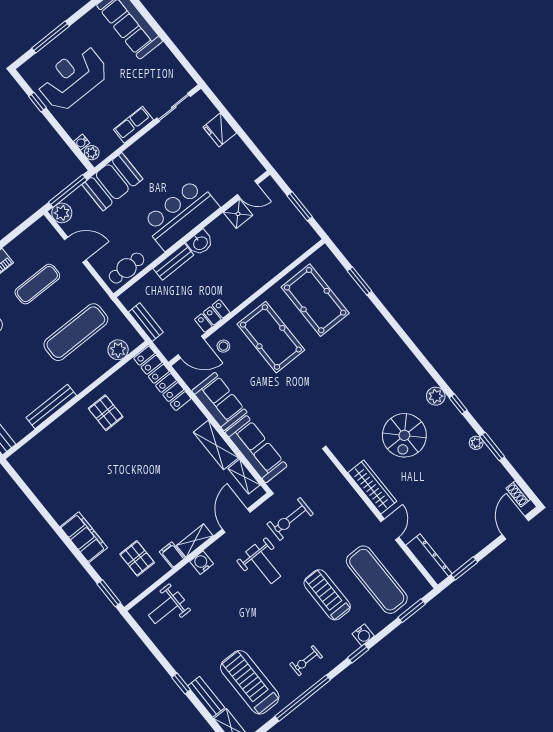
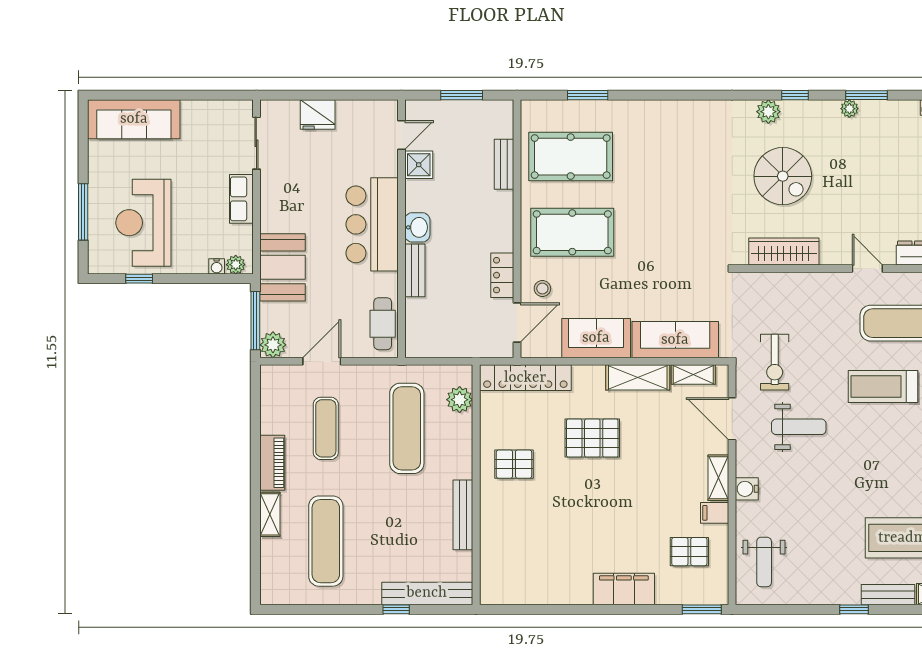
bench: (146, 322) -> (504, 164), moved, turned 90
pallet: (158, 447) -> (592, 438), added
wardrobe: (372, 487) -> (784, 252), moved

